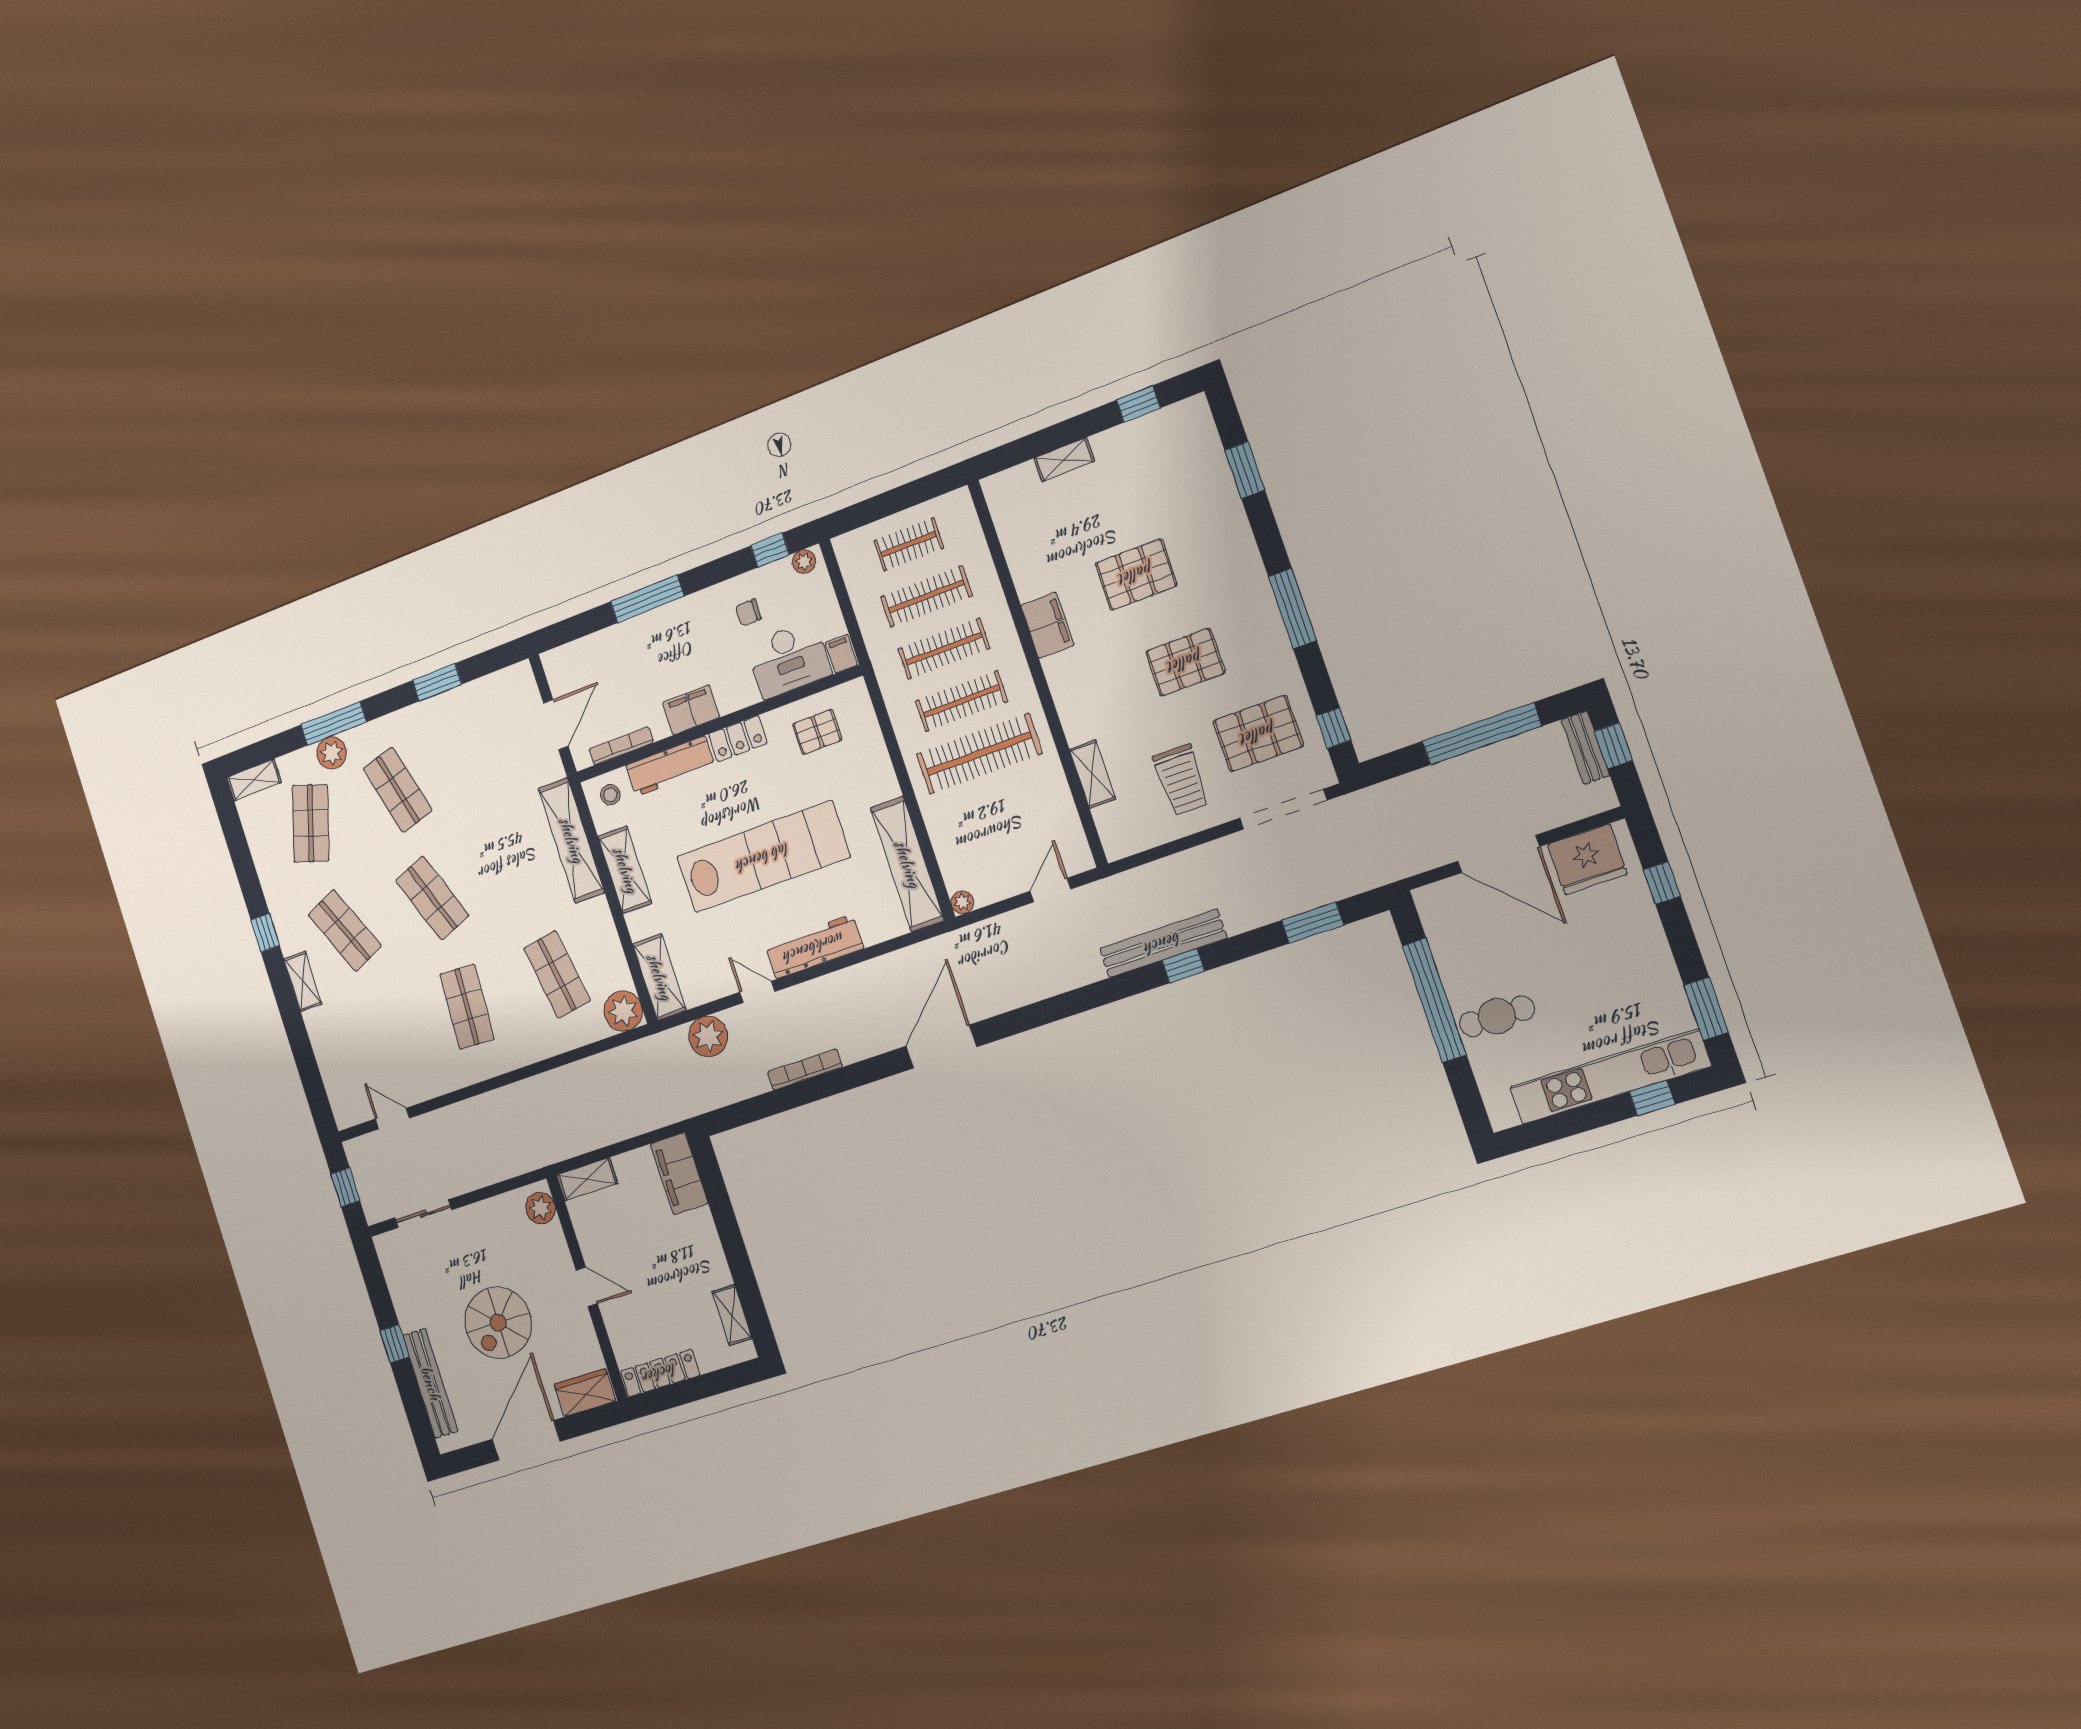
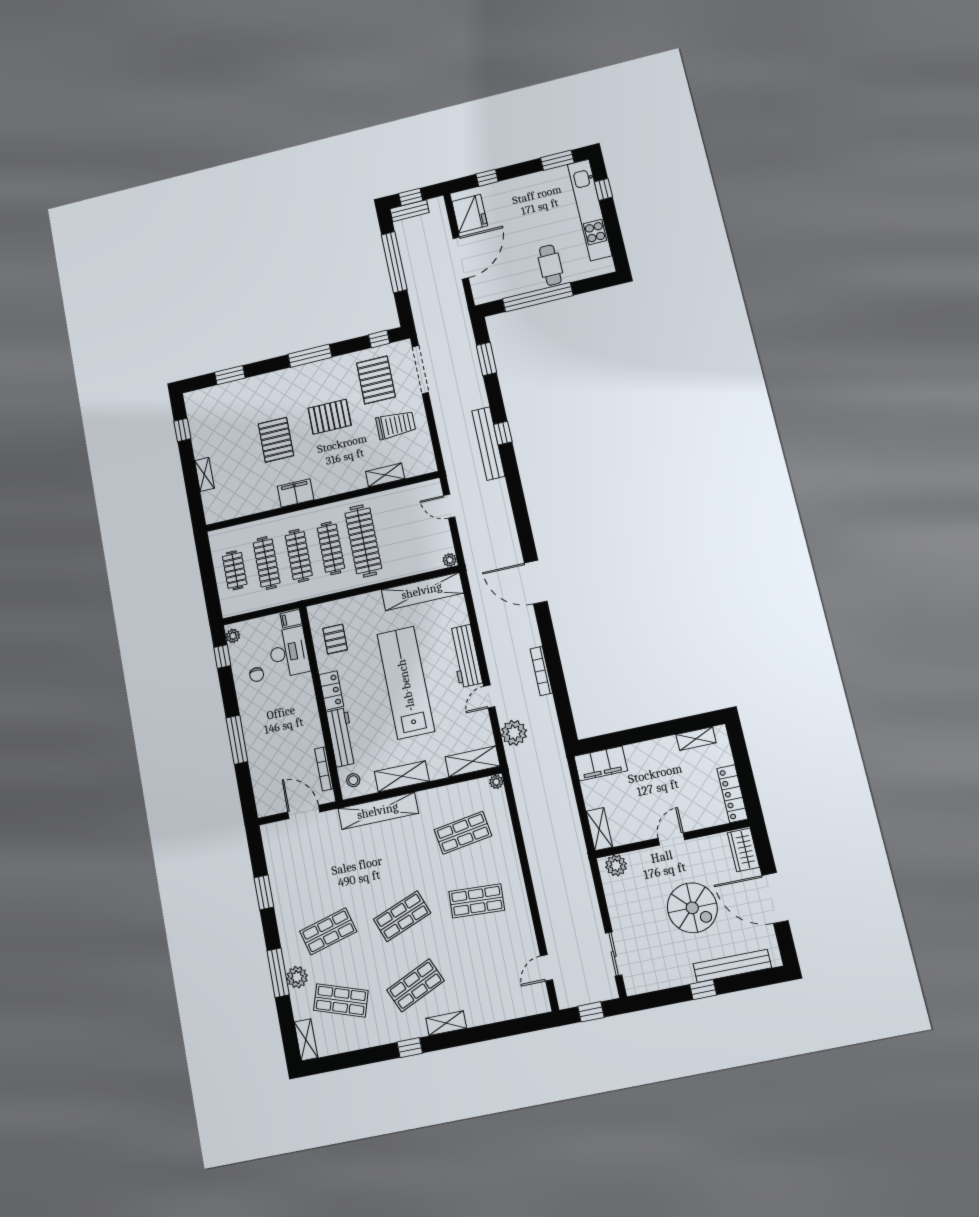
pallet: (1185, 662) -> (330, 417), turned 90
filing cabinet: (691, 710) -> (309, 719), removed
plant: (623, 1011) -> (496, 782), width x0.53, depth x0.53

